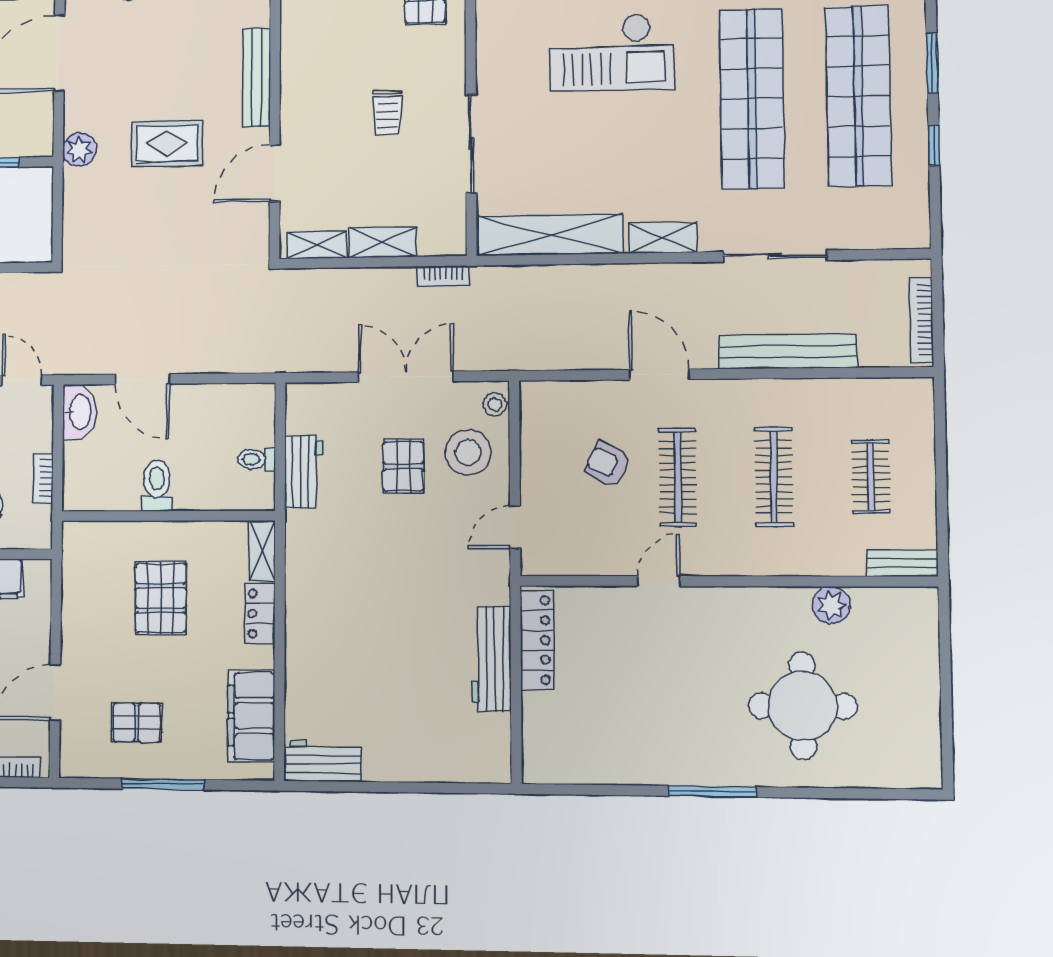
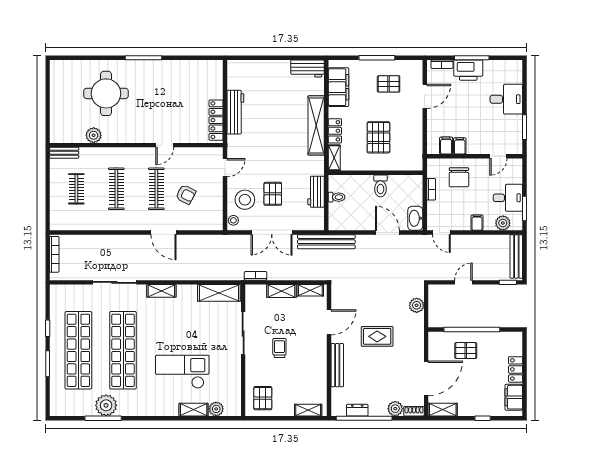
plant: (79, 150) -> (417, 305), moved
shelving: (551, 235) -> (219, 293), width x0.68
bench: (788, 351) -> (326, 242), moved
shelving: (303, 626) -> (316, 125), added

